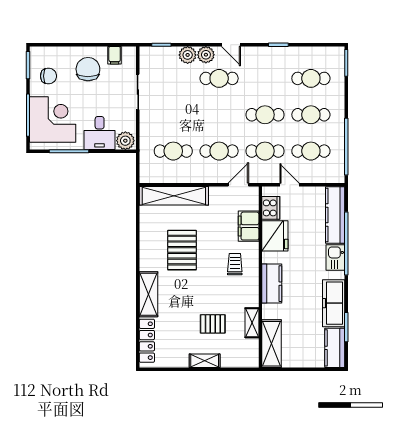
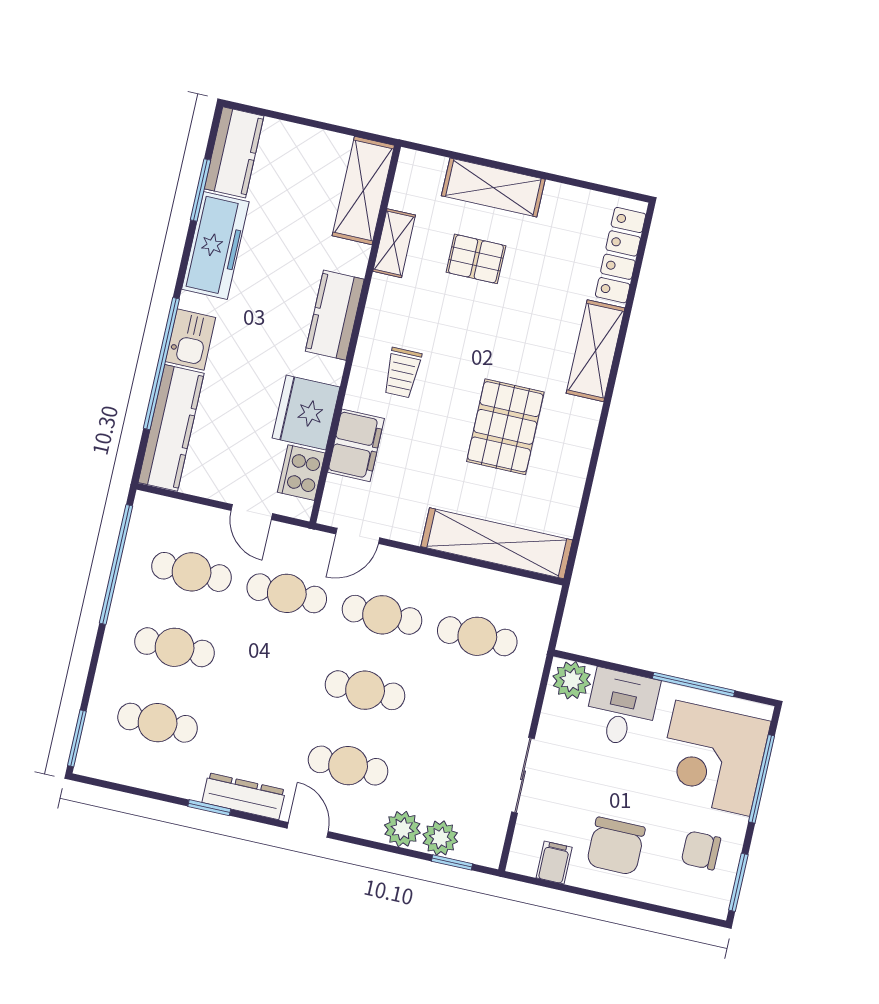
dresser: (264, 54) -> (244, 796), added
plant: (206, 55) -> (440, 838), moved
cafe table: (265, 115) -> (365, 690), moved
shelving: (205, 361) -> (493, 187), width x1.50, depth x1.33

